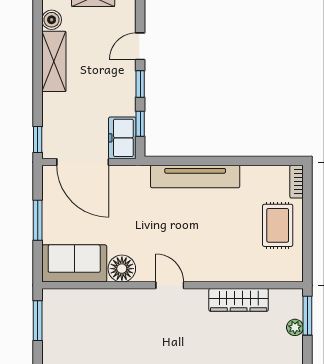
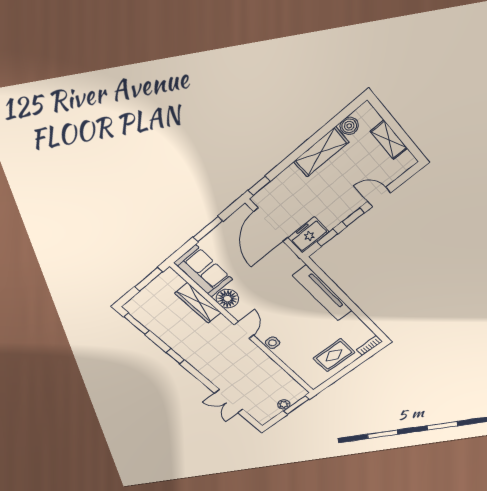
side table: (209, 271) -> (273, 343), added
wardrobe: (239, 300) -> (198, 303), moved

